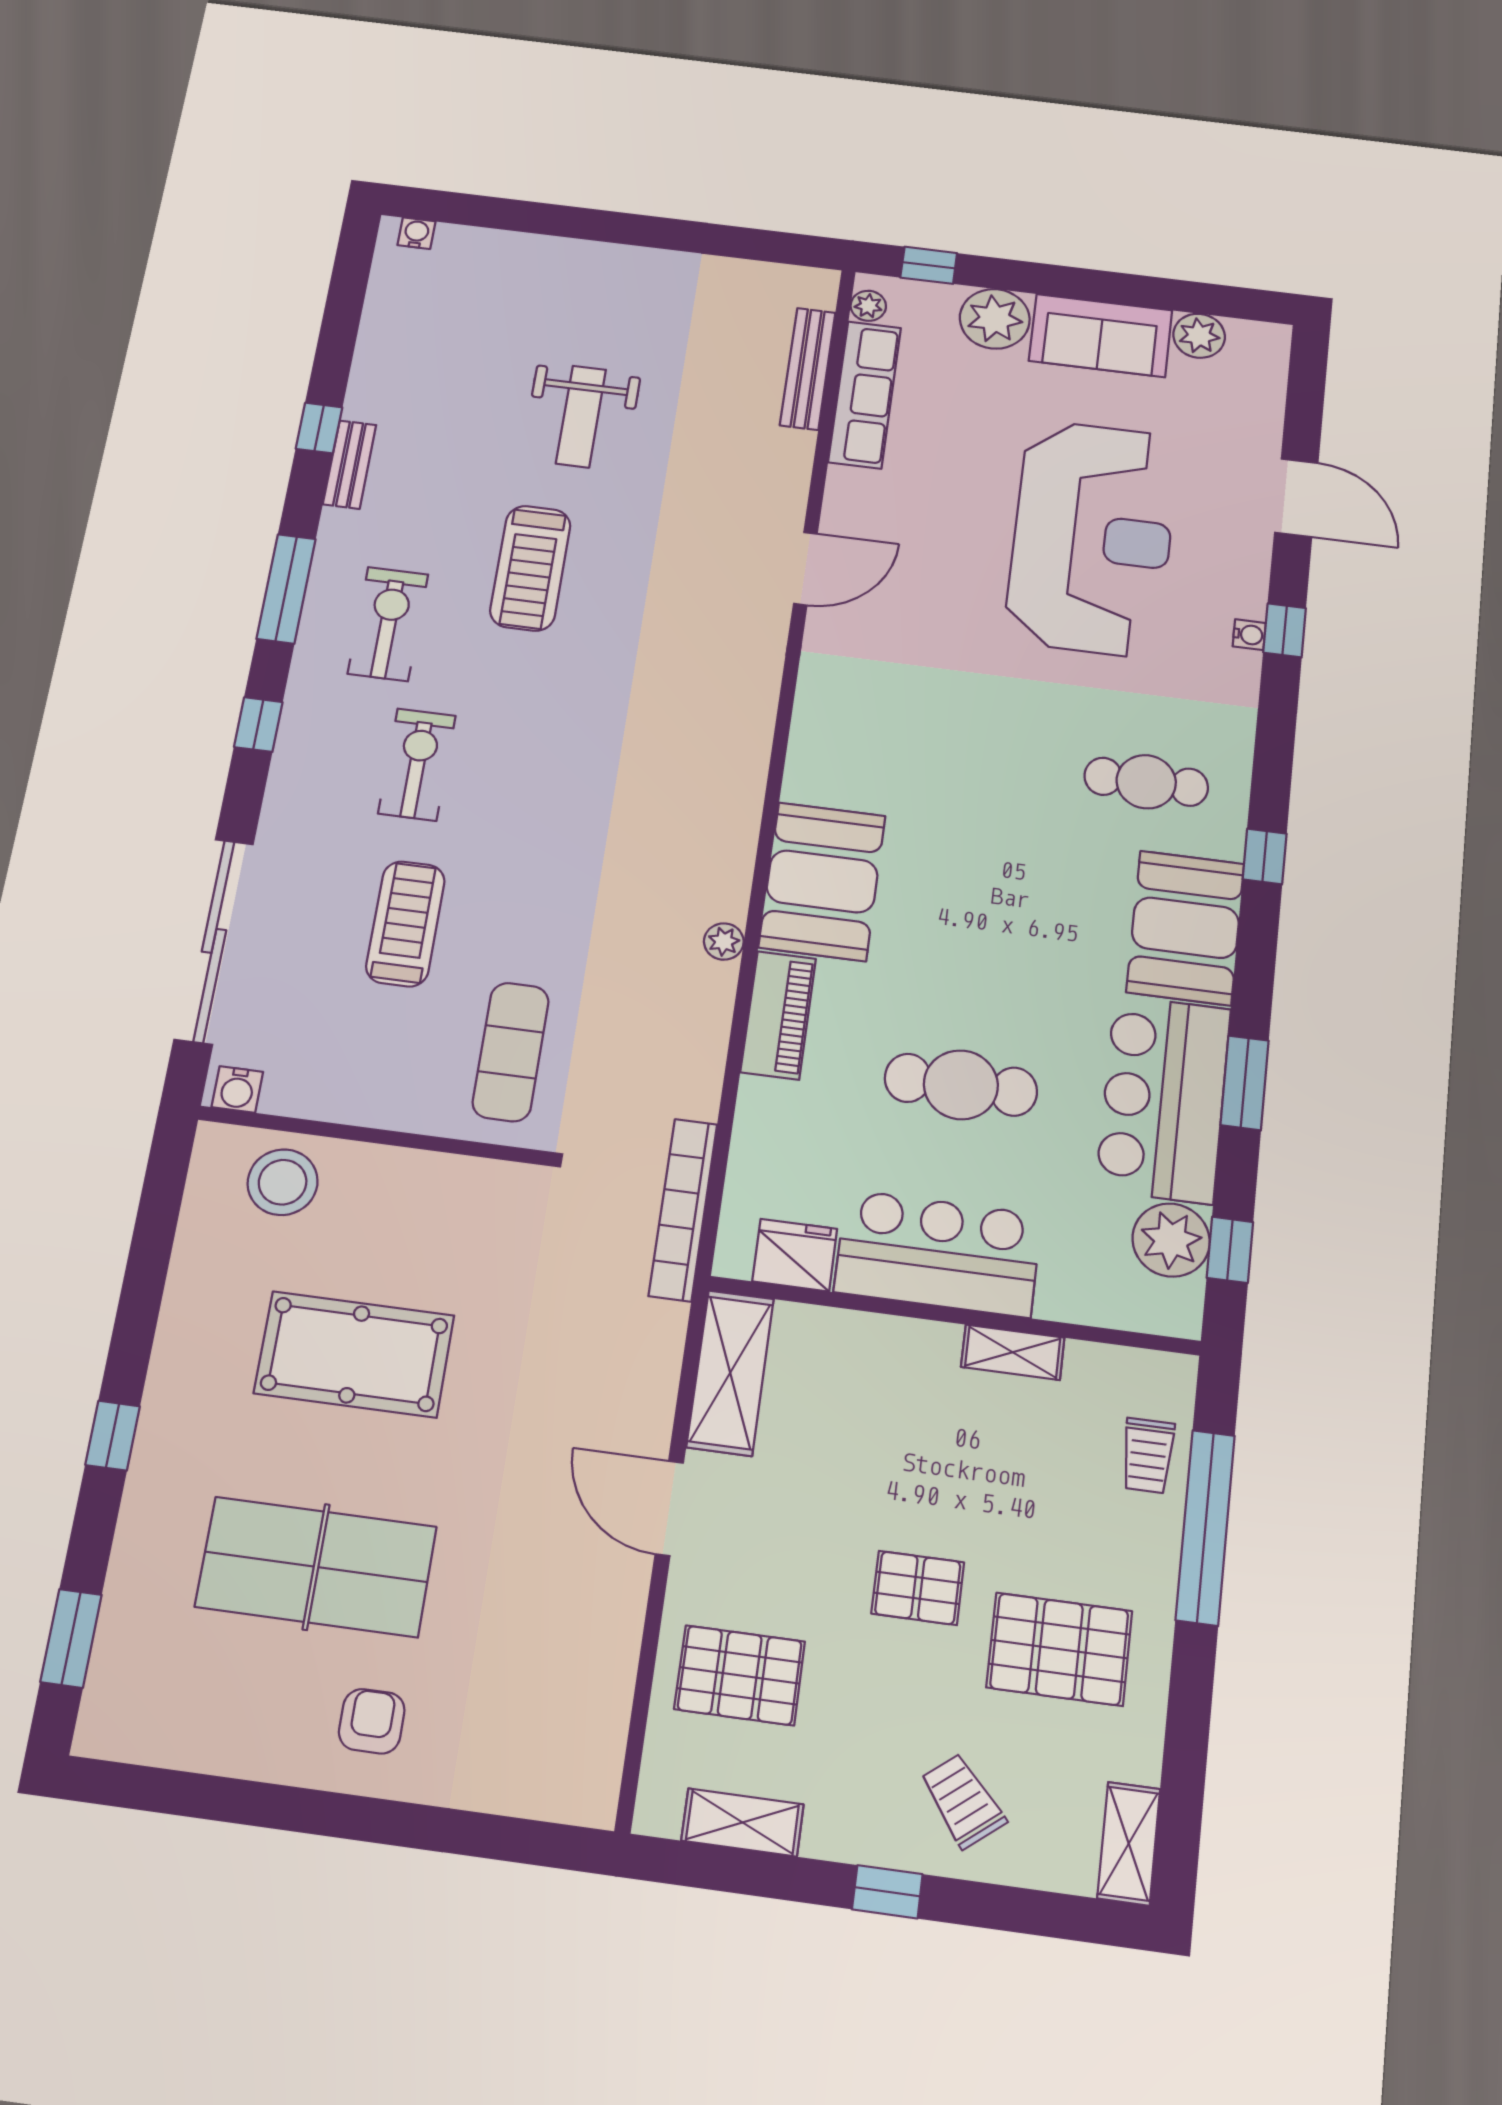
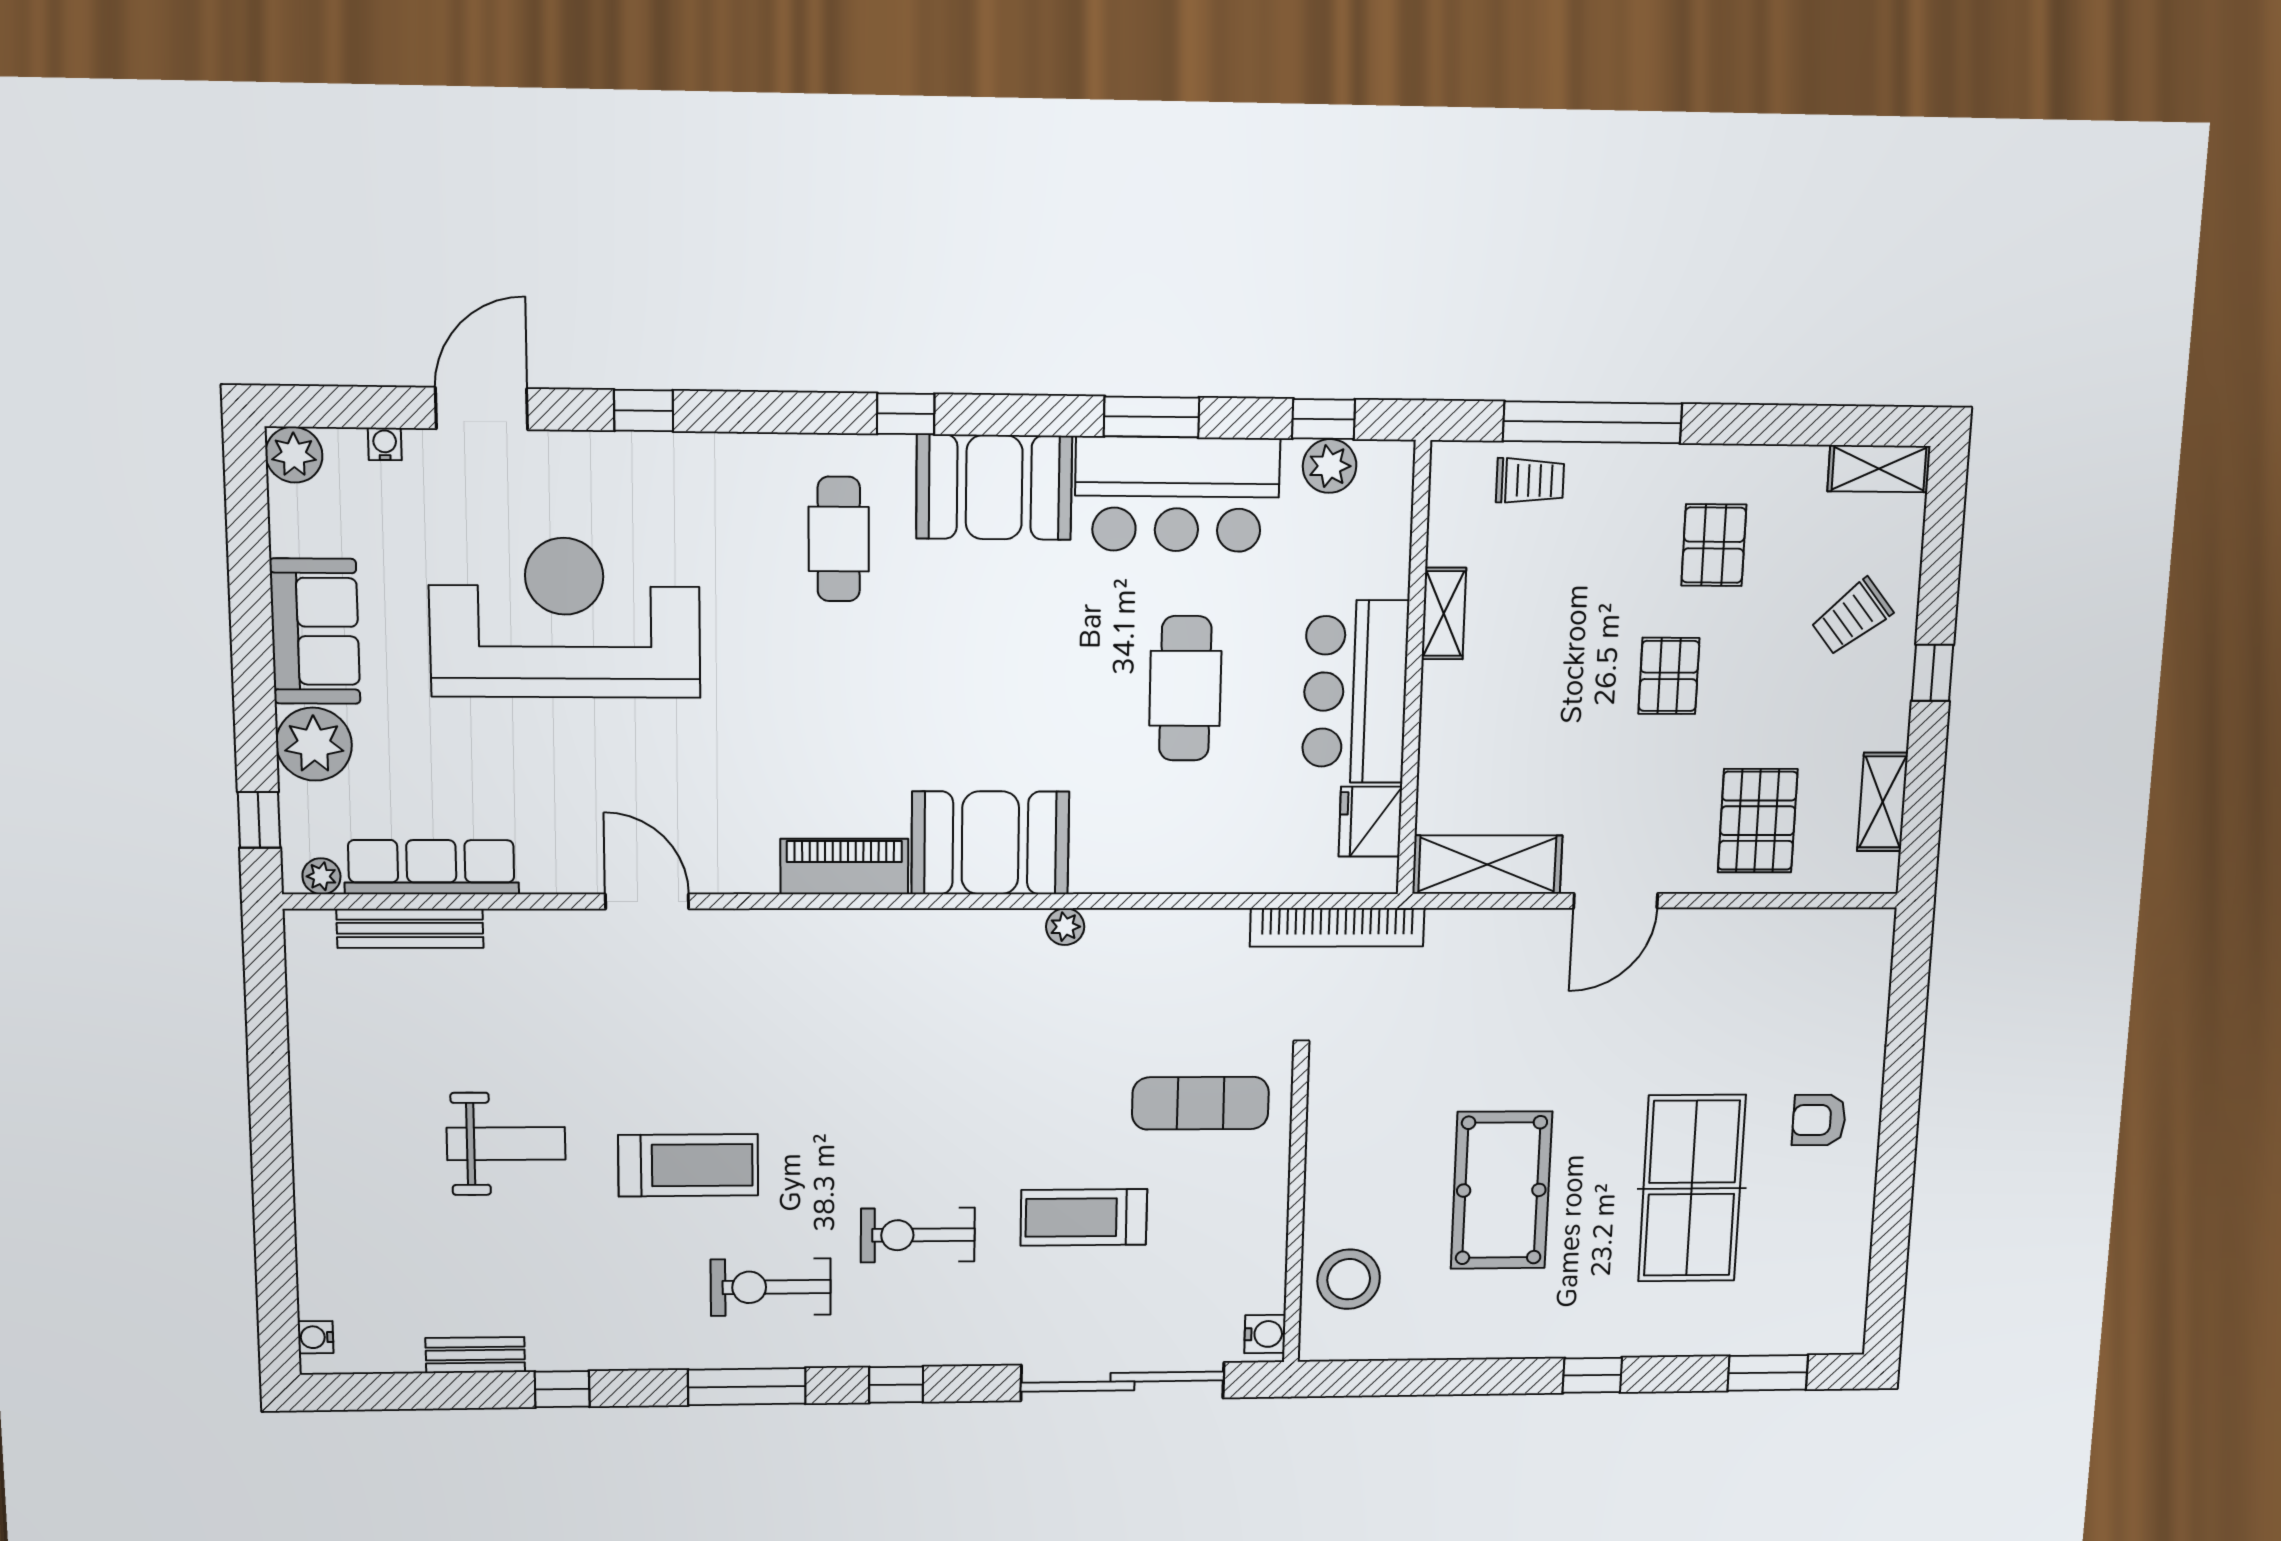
plant: (1199, 336) -> (294, 455), moved
bench: (350, 465) -> (475, 1355), moved
water cooler: (1249, 635) -> (385, 444), moved
piano: (778, 1015) -> (844, 866), moved
plant: (1171, 1240) -> (1330, 466), width x0.73, depth x0.73
pallet: (1059, 1649) -> (1714, 545), width x0.67, depth x0.71

